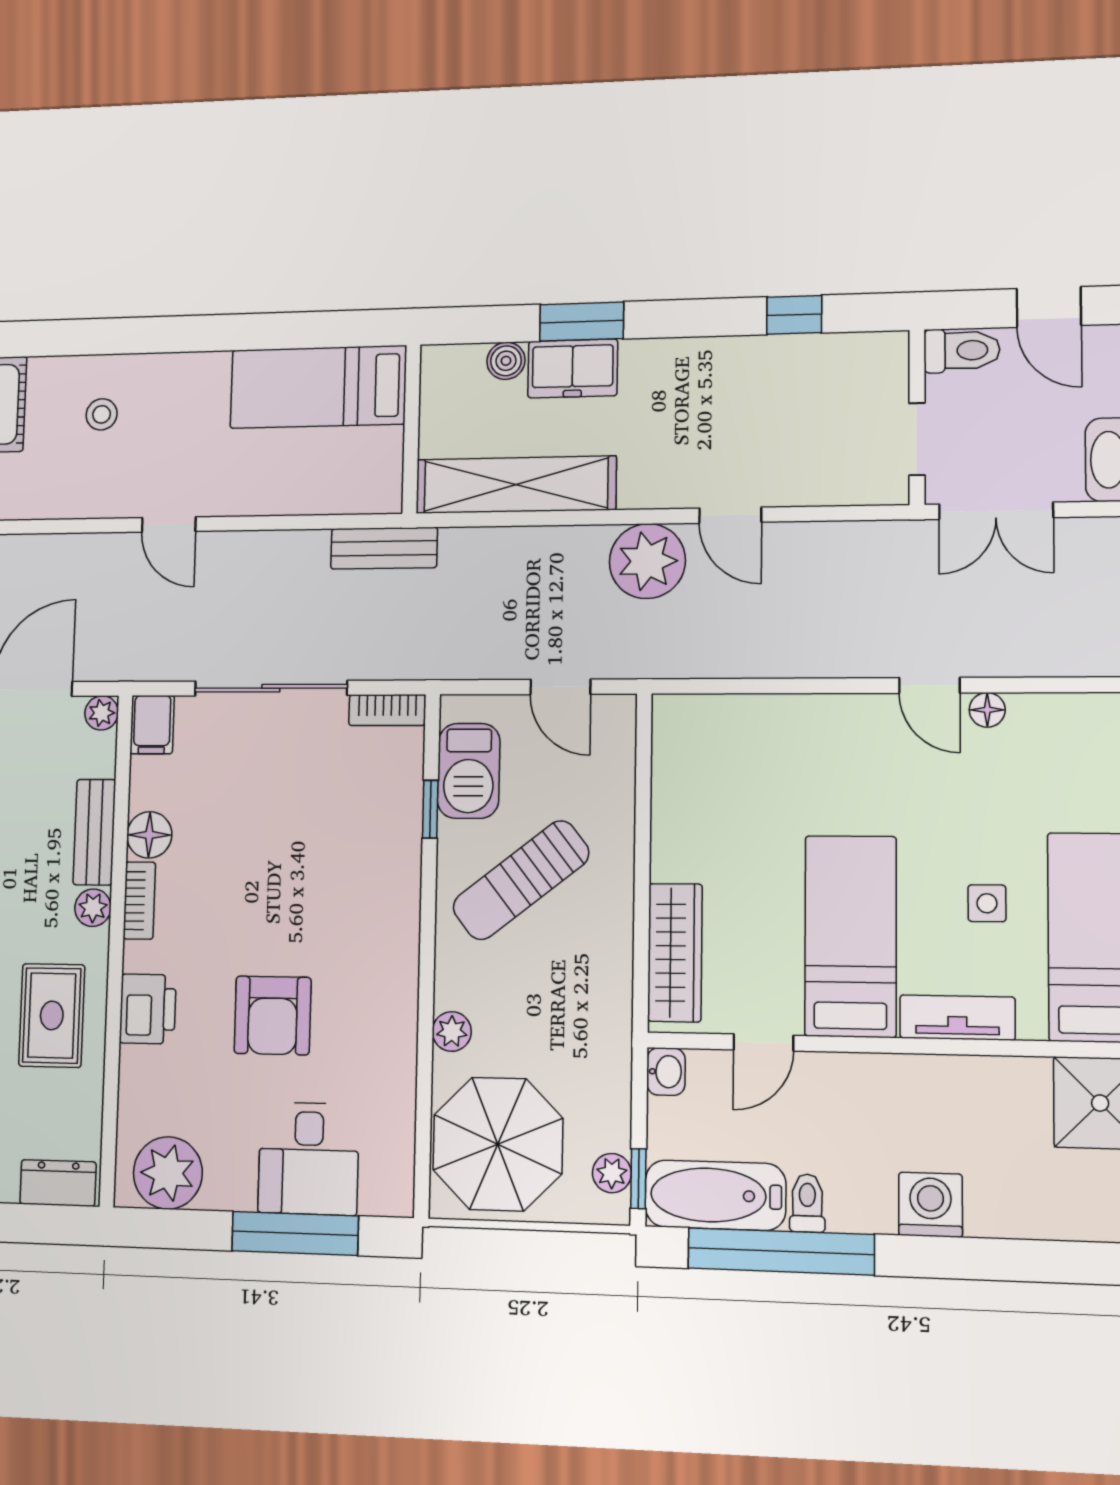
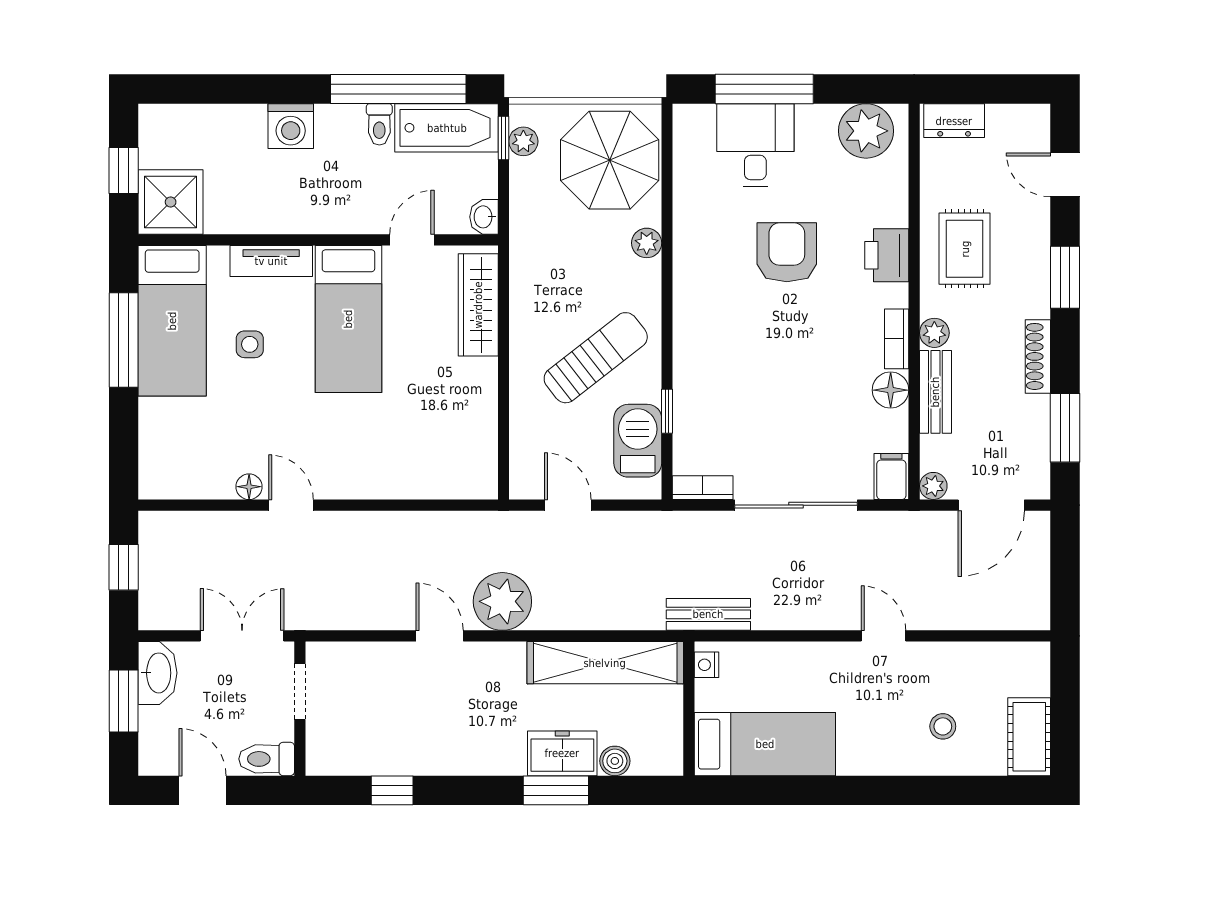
nightstand: (388, 485) -> (706, 665), added

